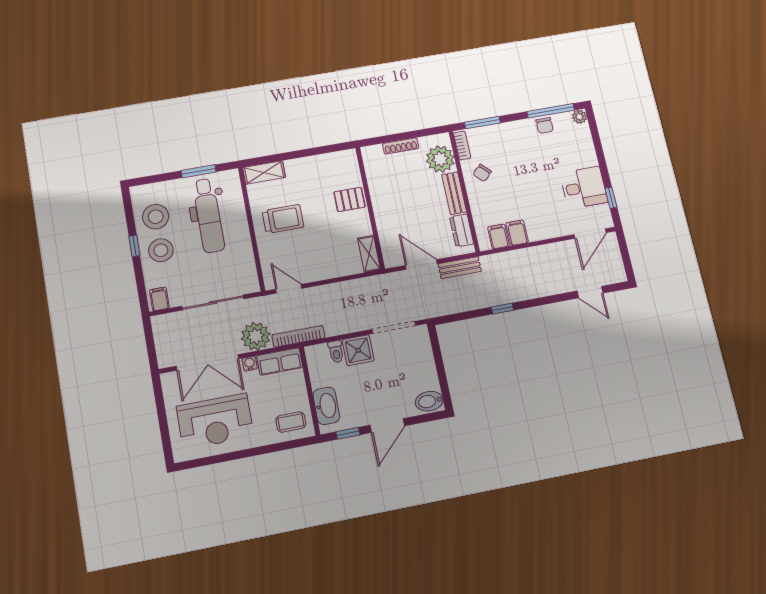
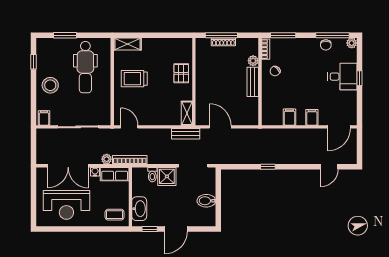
window: (396, 137) -> (221, 35), added
plant: (440, 159) -> (253, 61), width x0.53, depth x0.53
window: (198, 171) -> (65, 35), moved
desk: (584, 188) -> (342, 77), moved
window: (611, 198) -> (359, 78), moved
pallet: (350, 199) -> (181, 73), turned 90
stool: (156, 217) -> (51, 62), removed
trolley: (283, 219) -> (134, 79), turned 180
dresser: (462, 230) -> (252, 109), removed
filing cabinet: (498, 236) -> (312, 117), moved
window: (134, 246) -> (33, 62), moved
bench: (460, 268) -> (186, 134), moved
door: (590, 292) -> (329, 167), hinge flipped
plant: (256, 336) -> (107, 159), width x0.53, depth x0.53
bidet: (429, 401) -> (206, 201), moved

